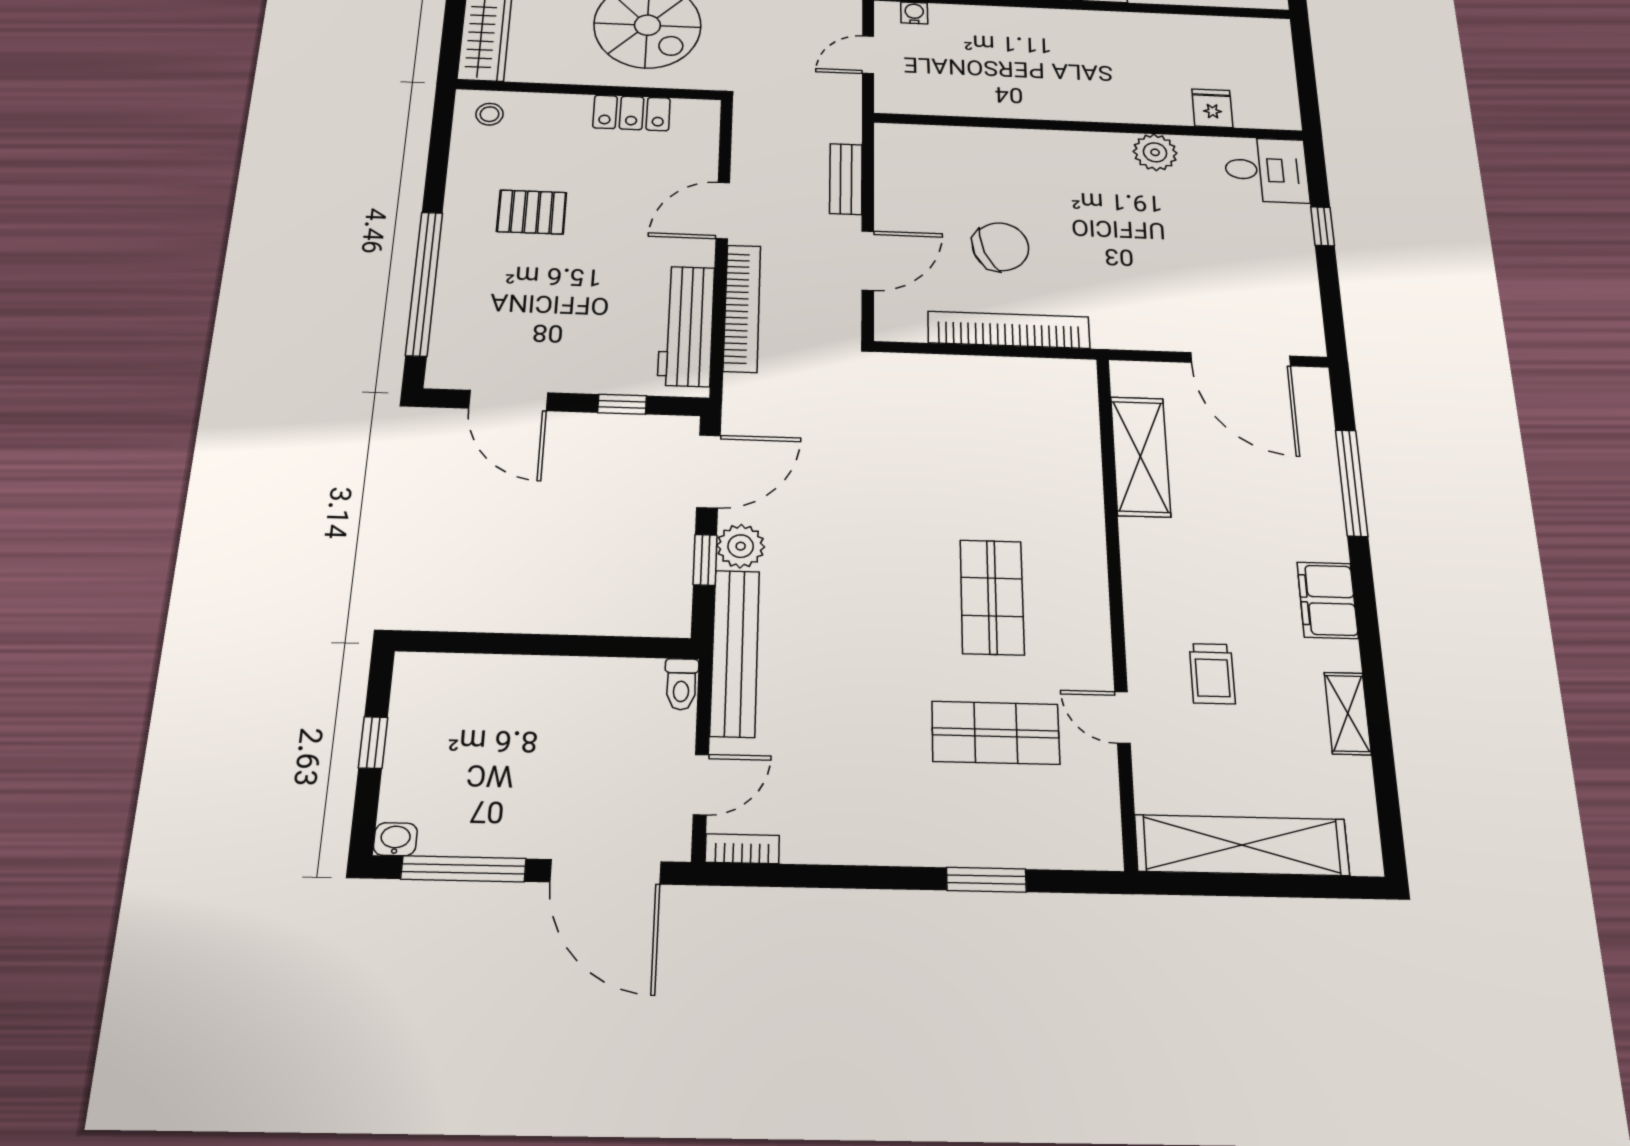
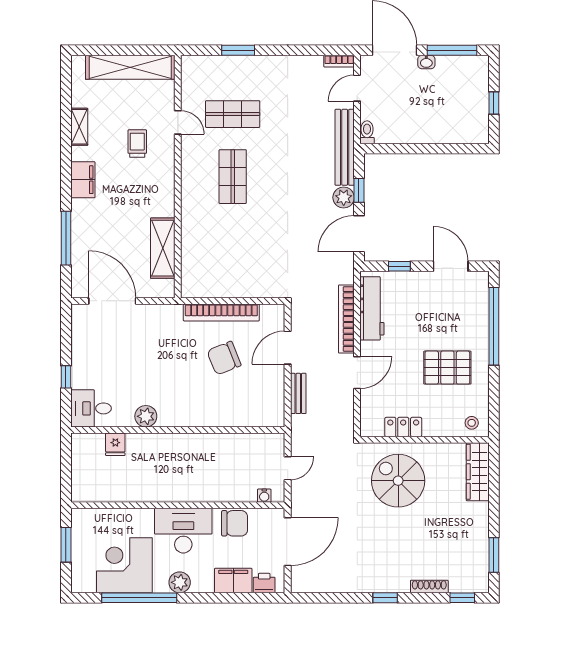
pallet: (532, 212) -> (447, 368), width x1.50, depth x1.42
washbasin: (395, 839) -> (426, 62), moved

